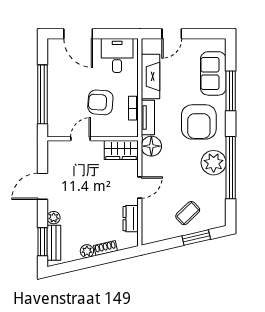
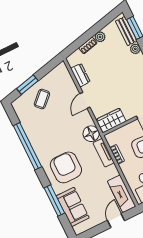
fireplace: (150, 76) -> (122, 194), moved
plant: (214, 163) -> (41, 144), removed

